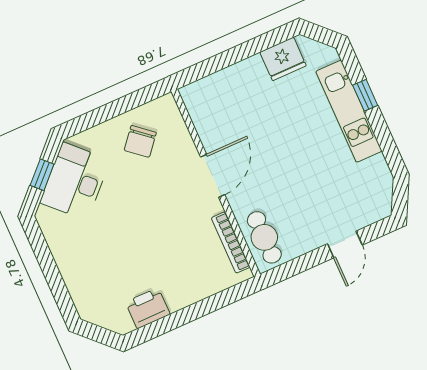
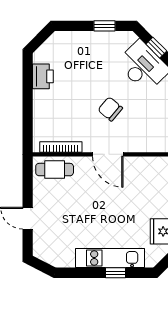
chair: (140, 141) -> (110, 109), moved
window: (44, 256) -> (104, 26), added

